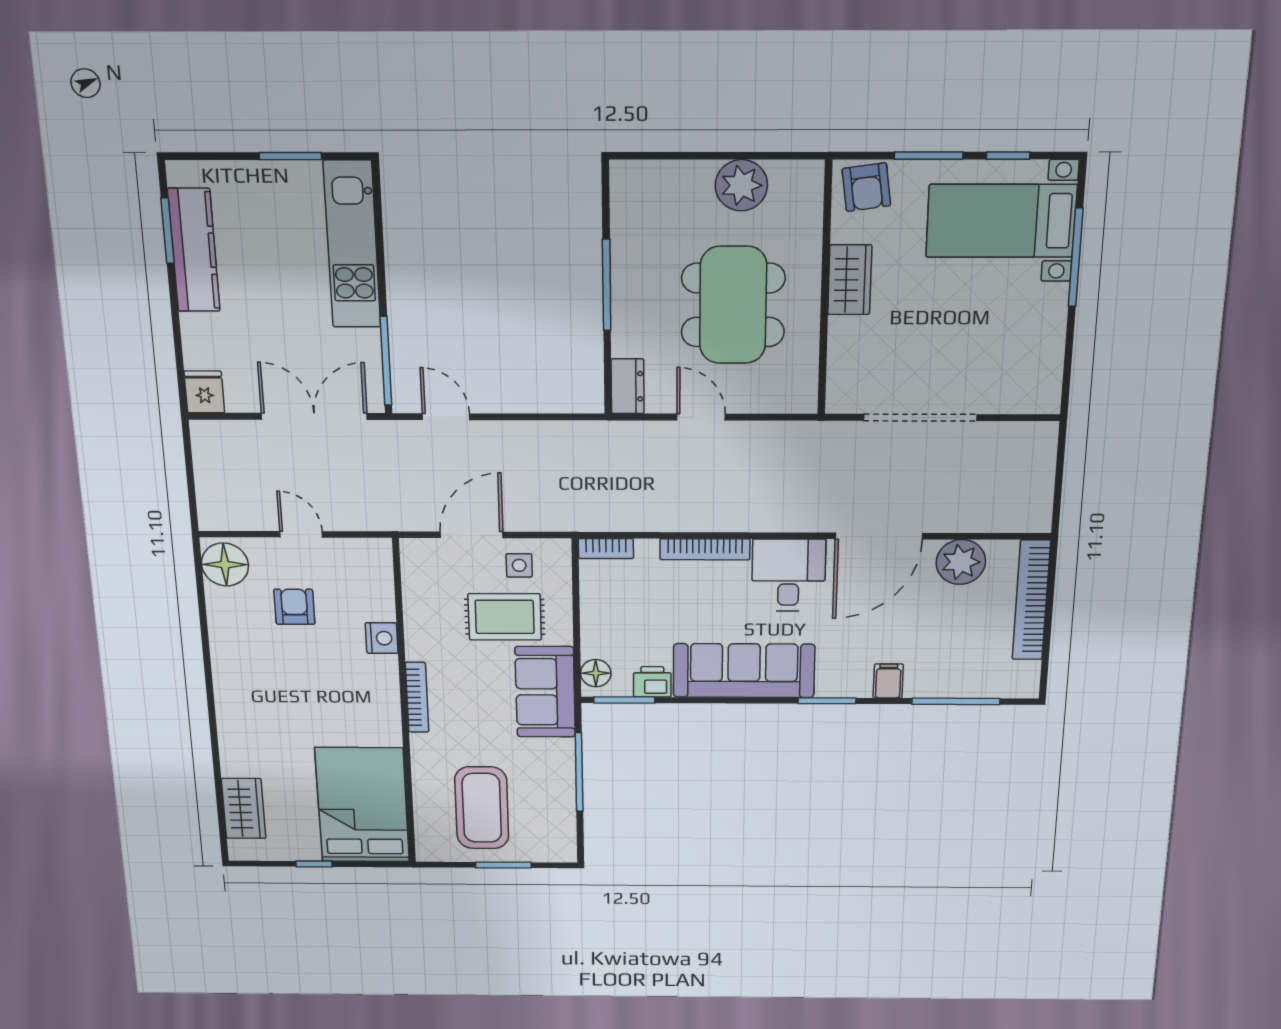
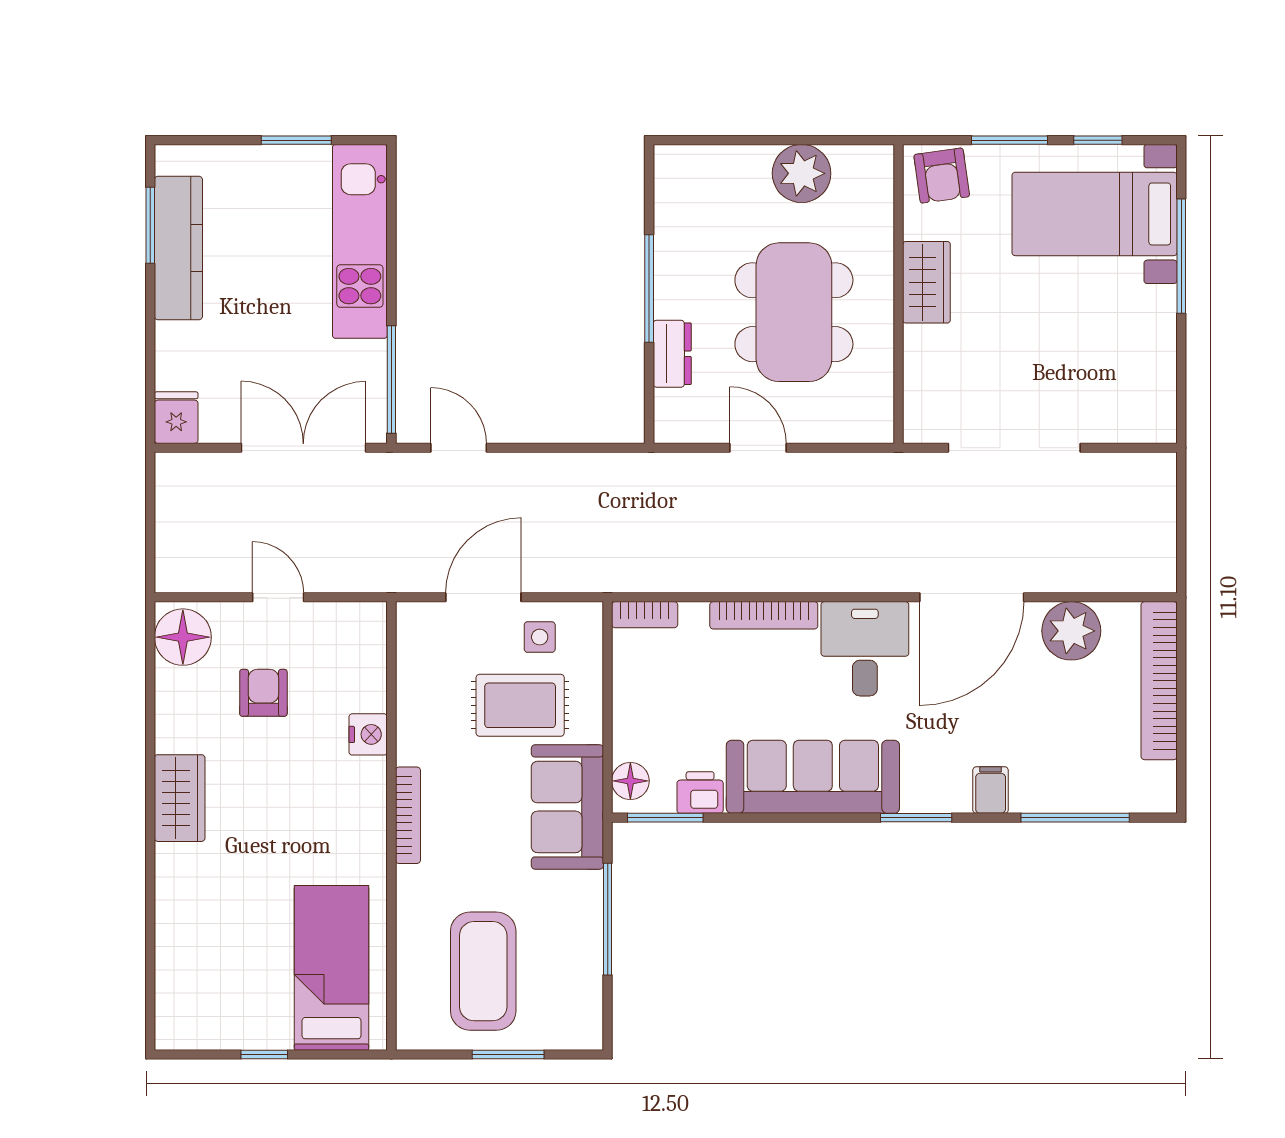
dresser: (628, 386) -> (672, 354), moved
bed: (362, 805) -> (331, 968), width x0.67
wardrobe: (244, 809) -> (180, 798), moved

